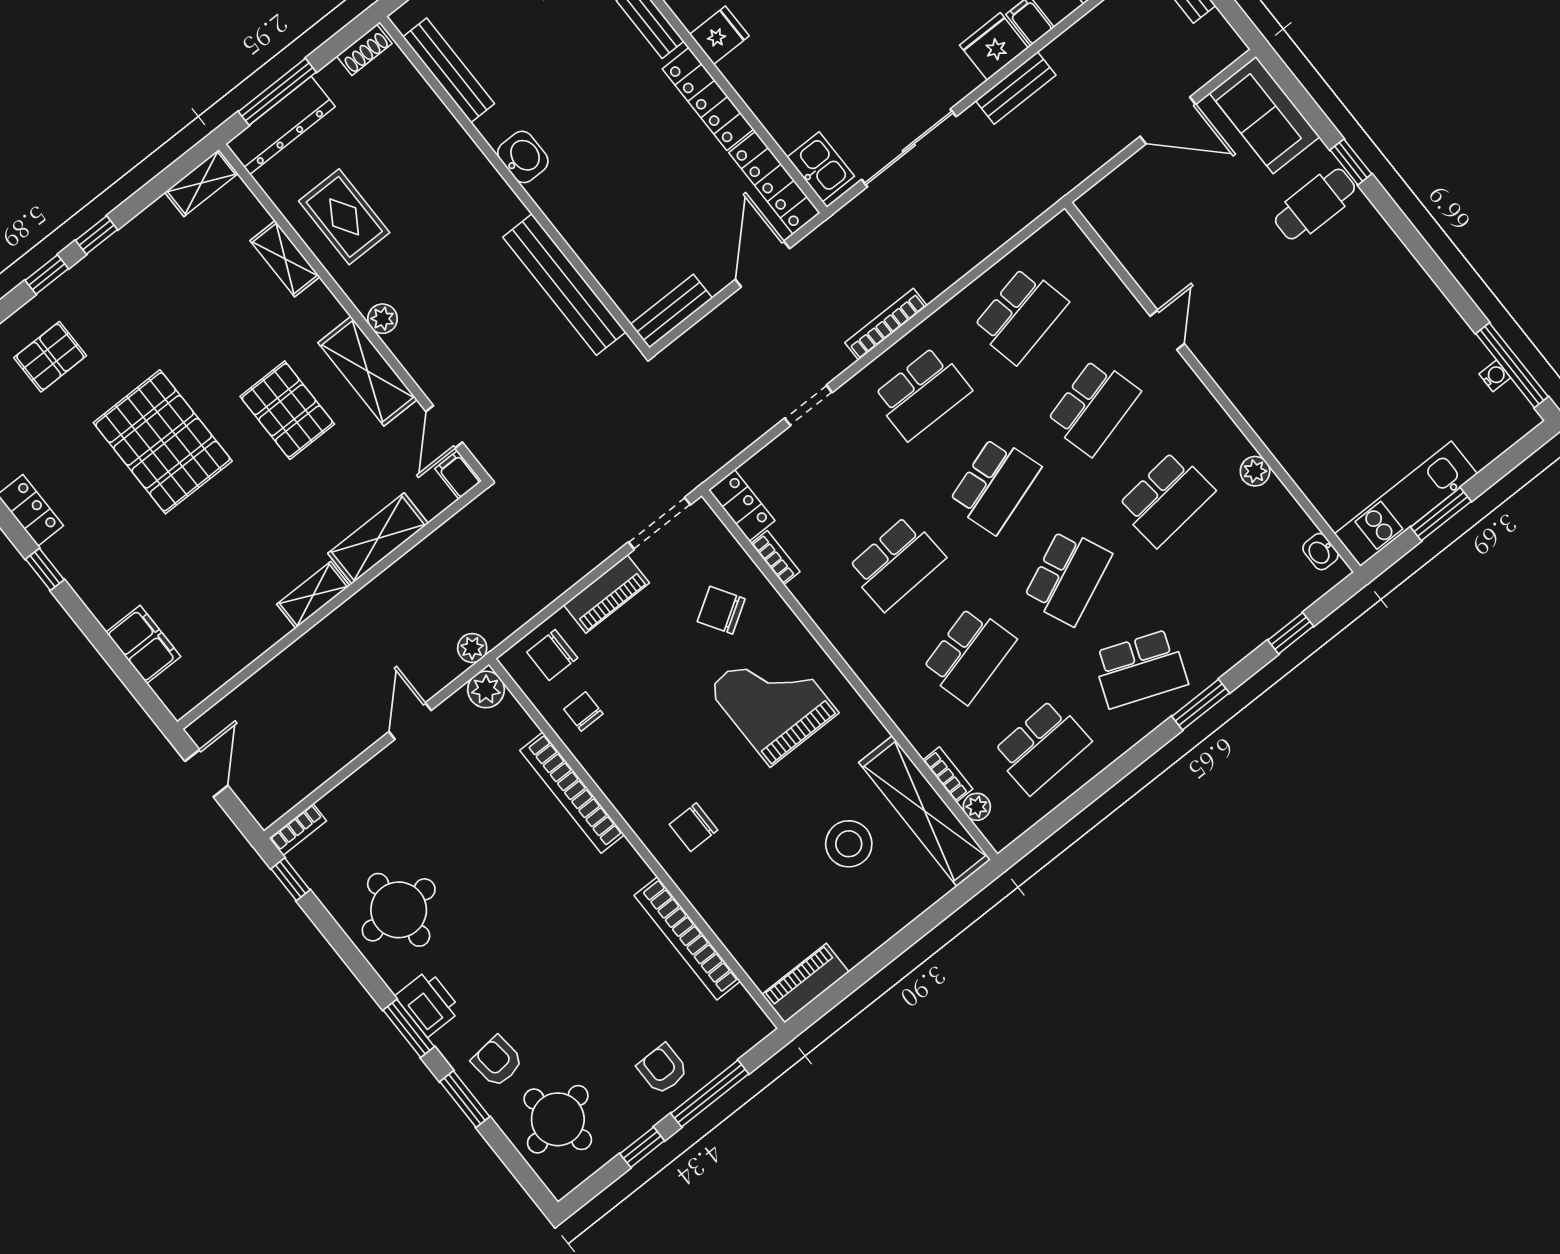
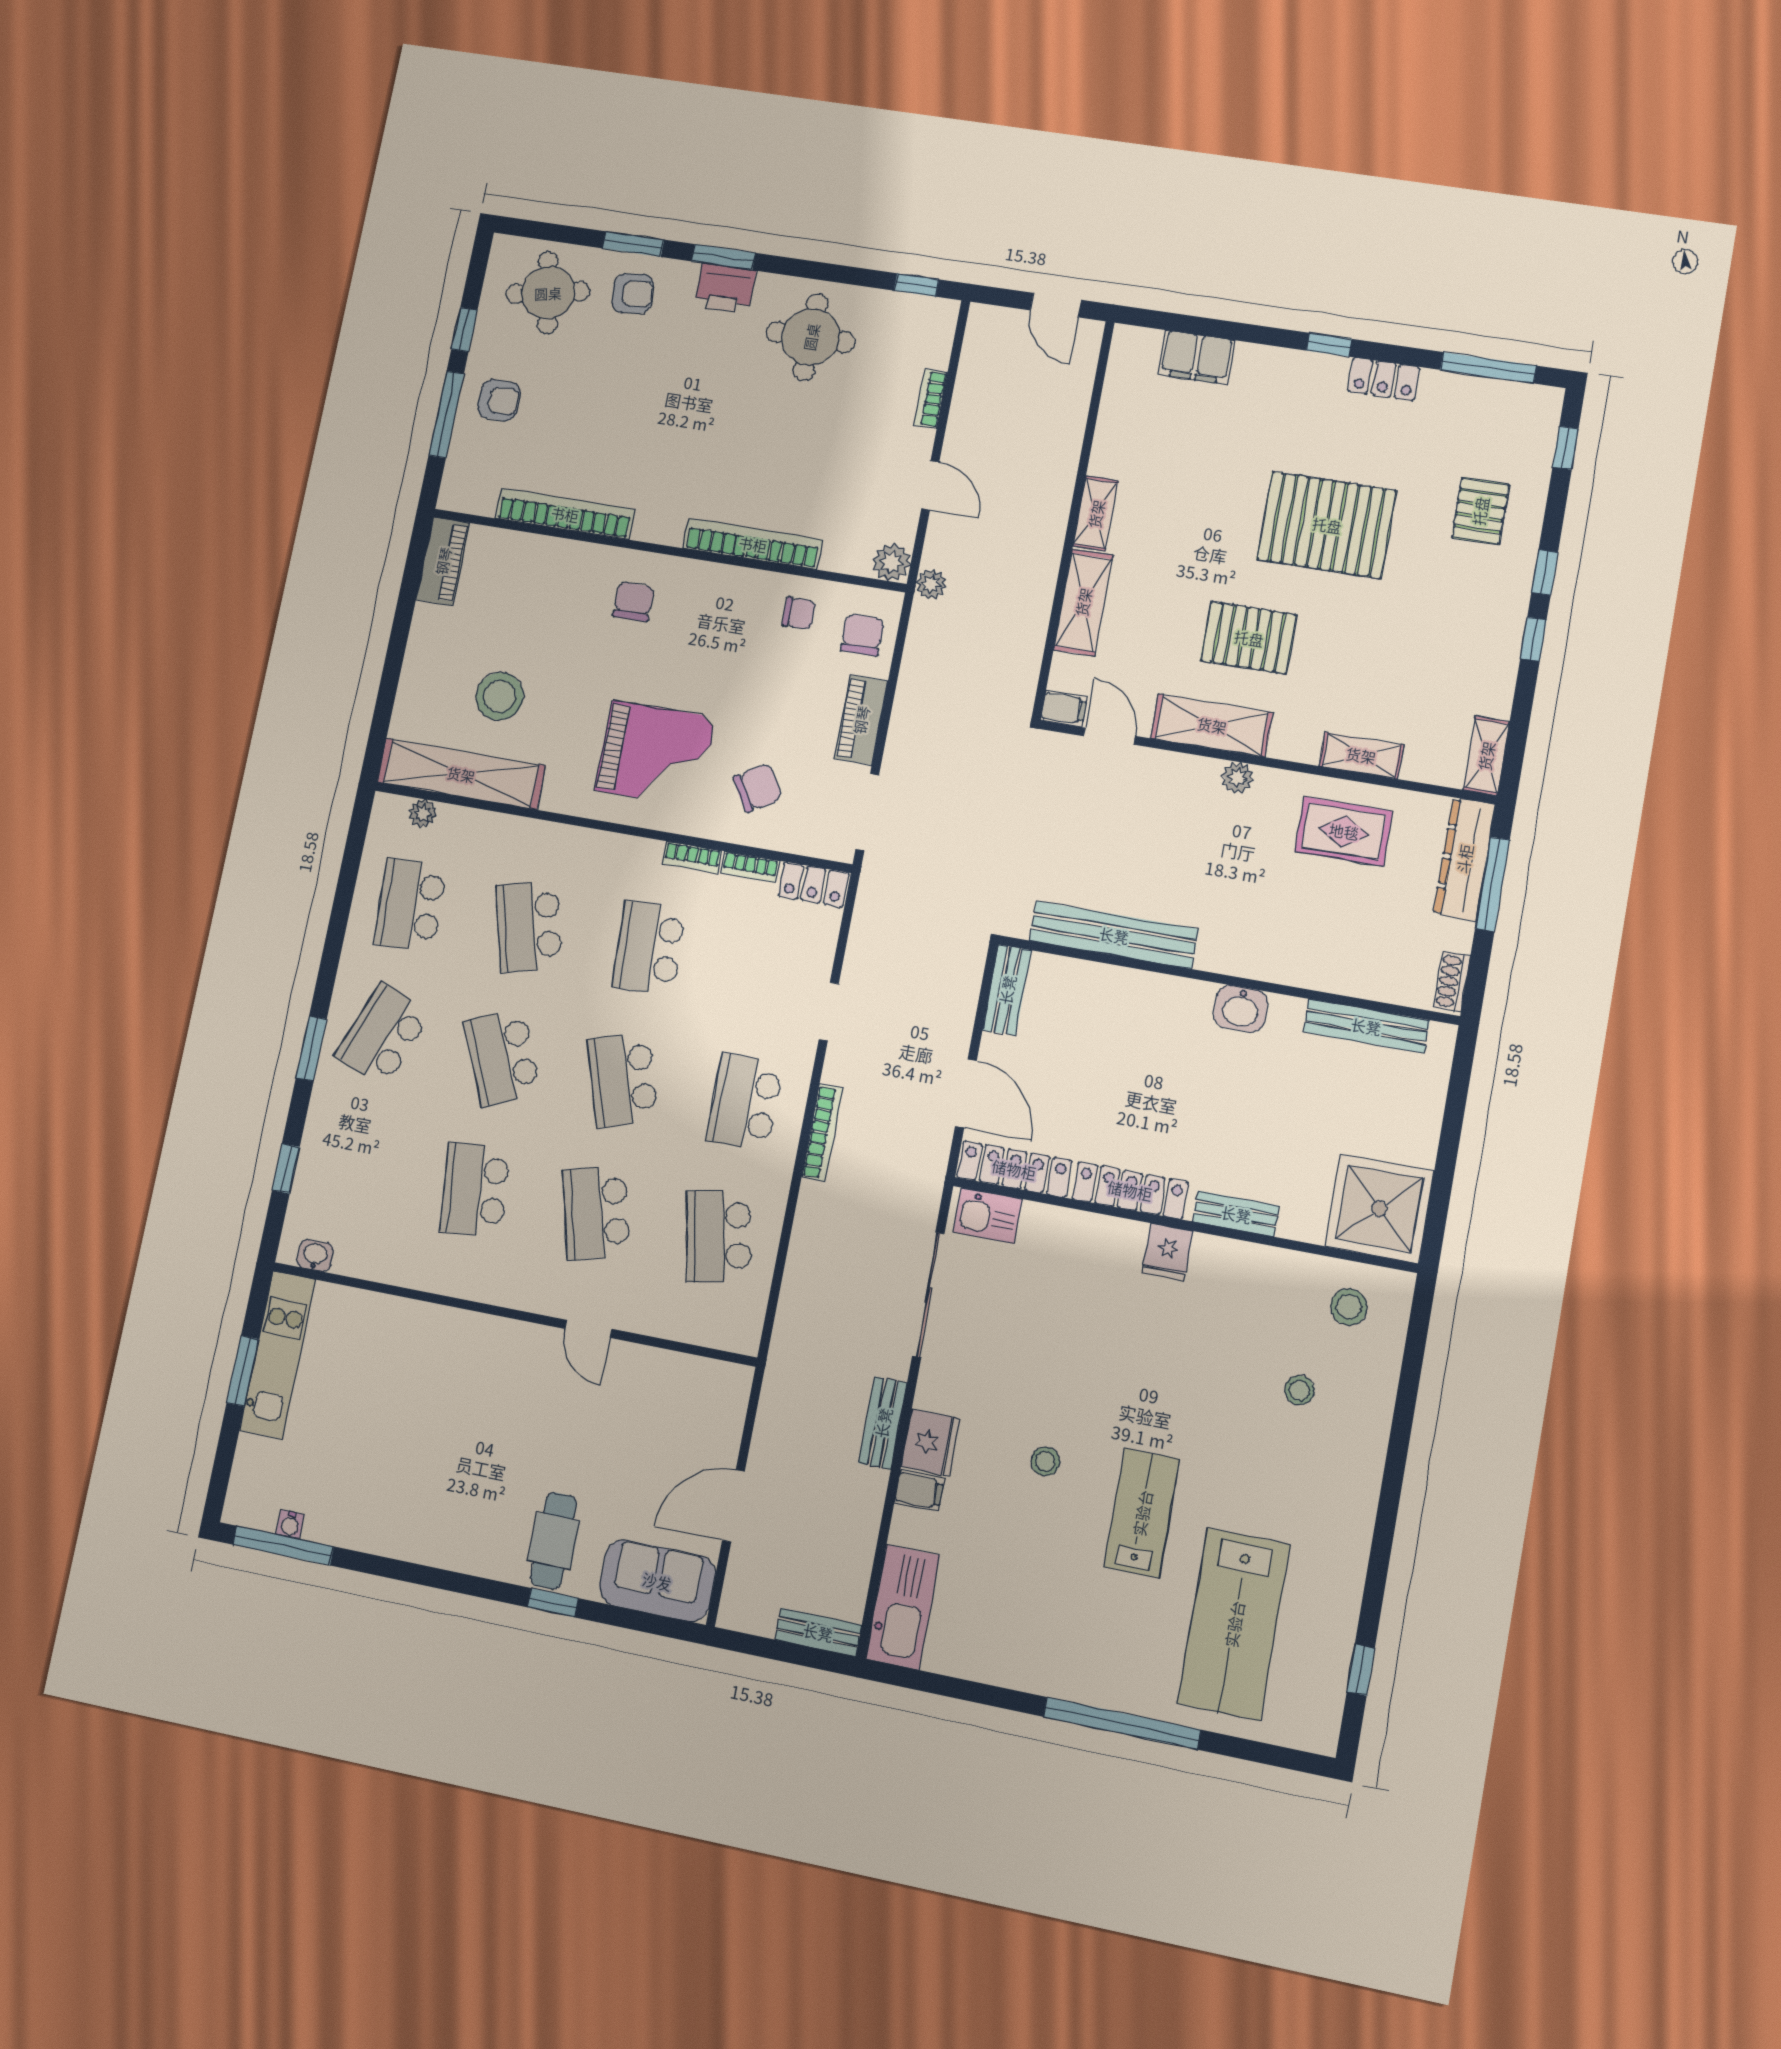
plant: (1255, 471) -> (421, 1275), removed
bookcase: (948, 775) -> (692, 857), moved
bookcase: (298, 830) -> (931, 399), moved

